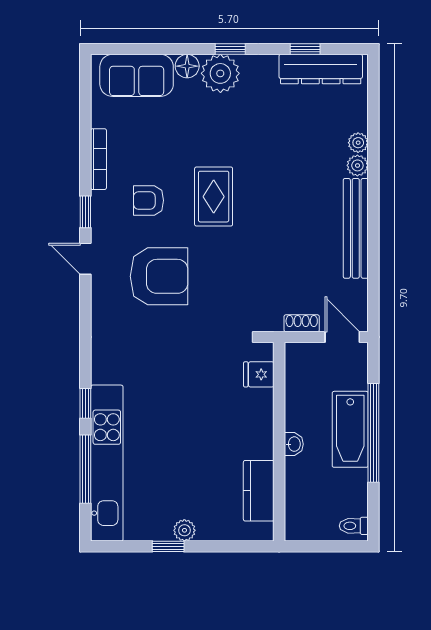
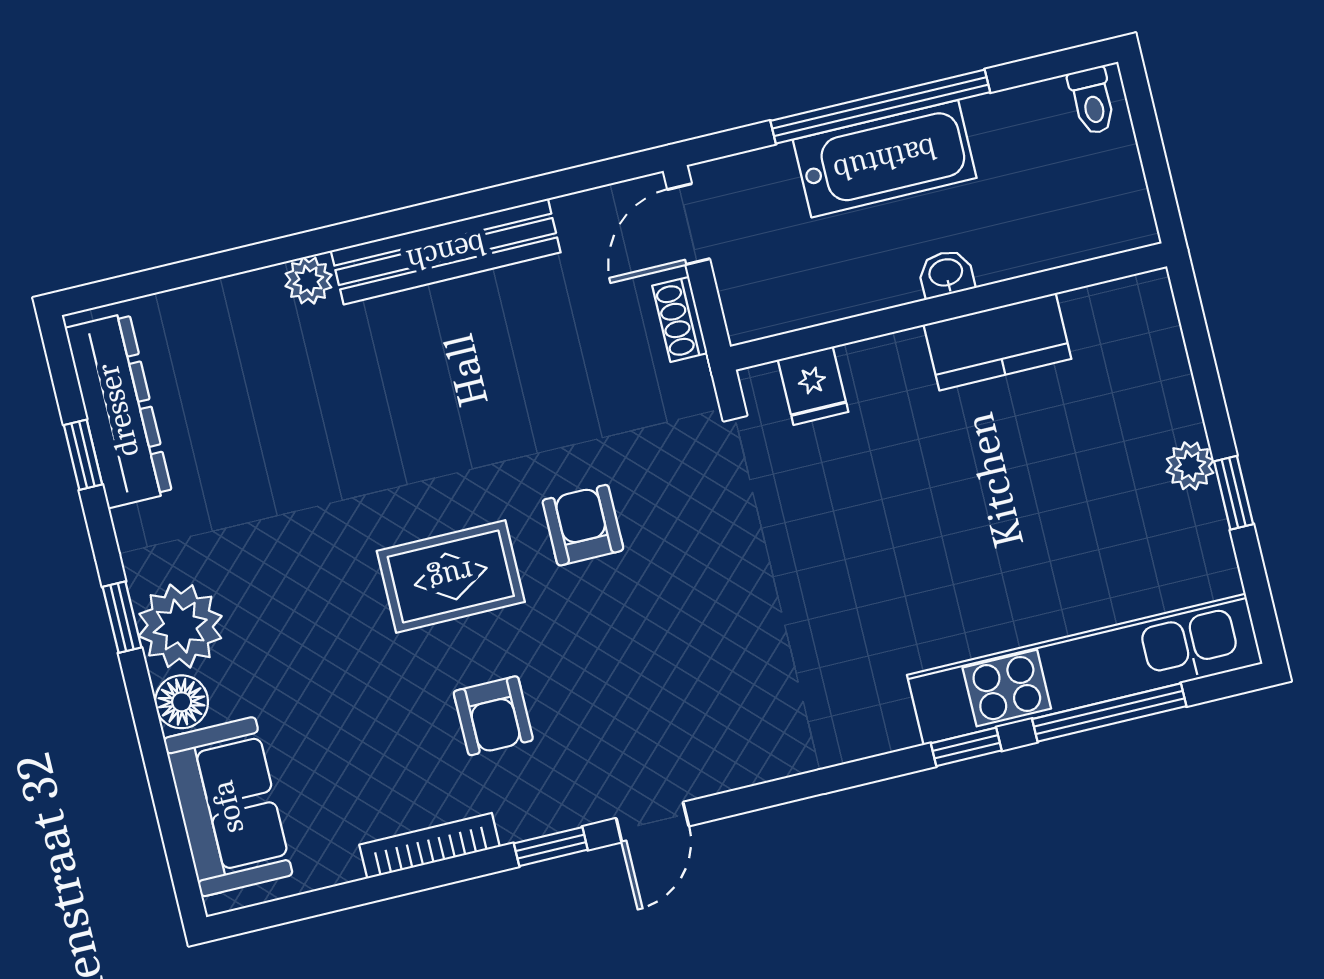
plant: (358, 143) -> (259, 291), removed
armchair: (159, 276) -> (583, 525), moved, width x0.53, depth x0.53
kitchen counter: (259, 491) -> (997, 342), moved

